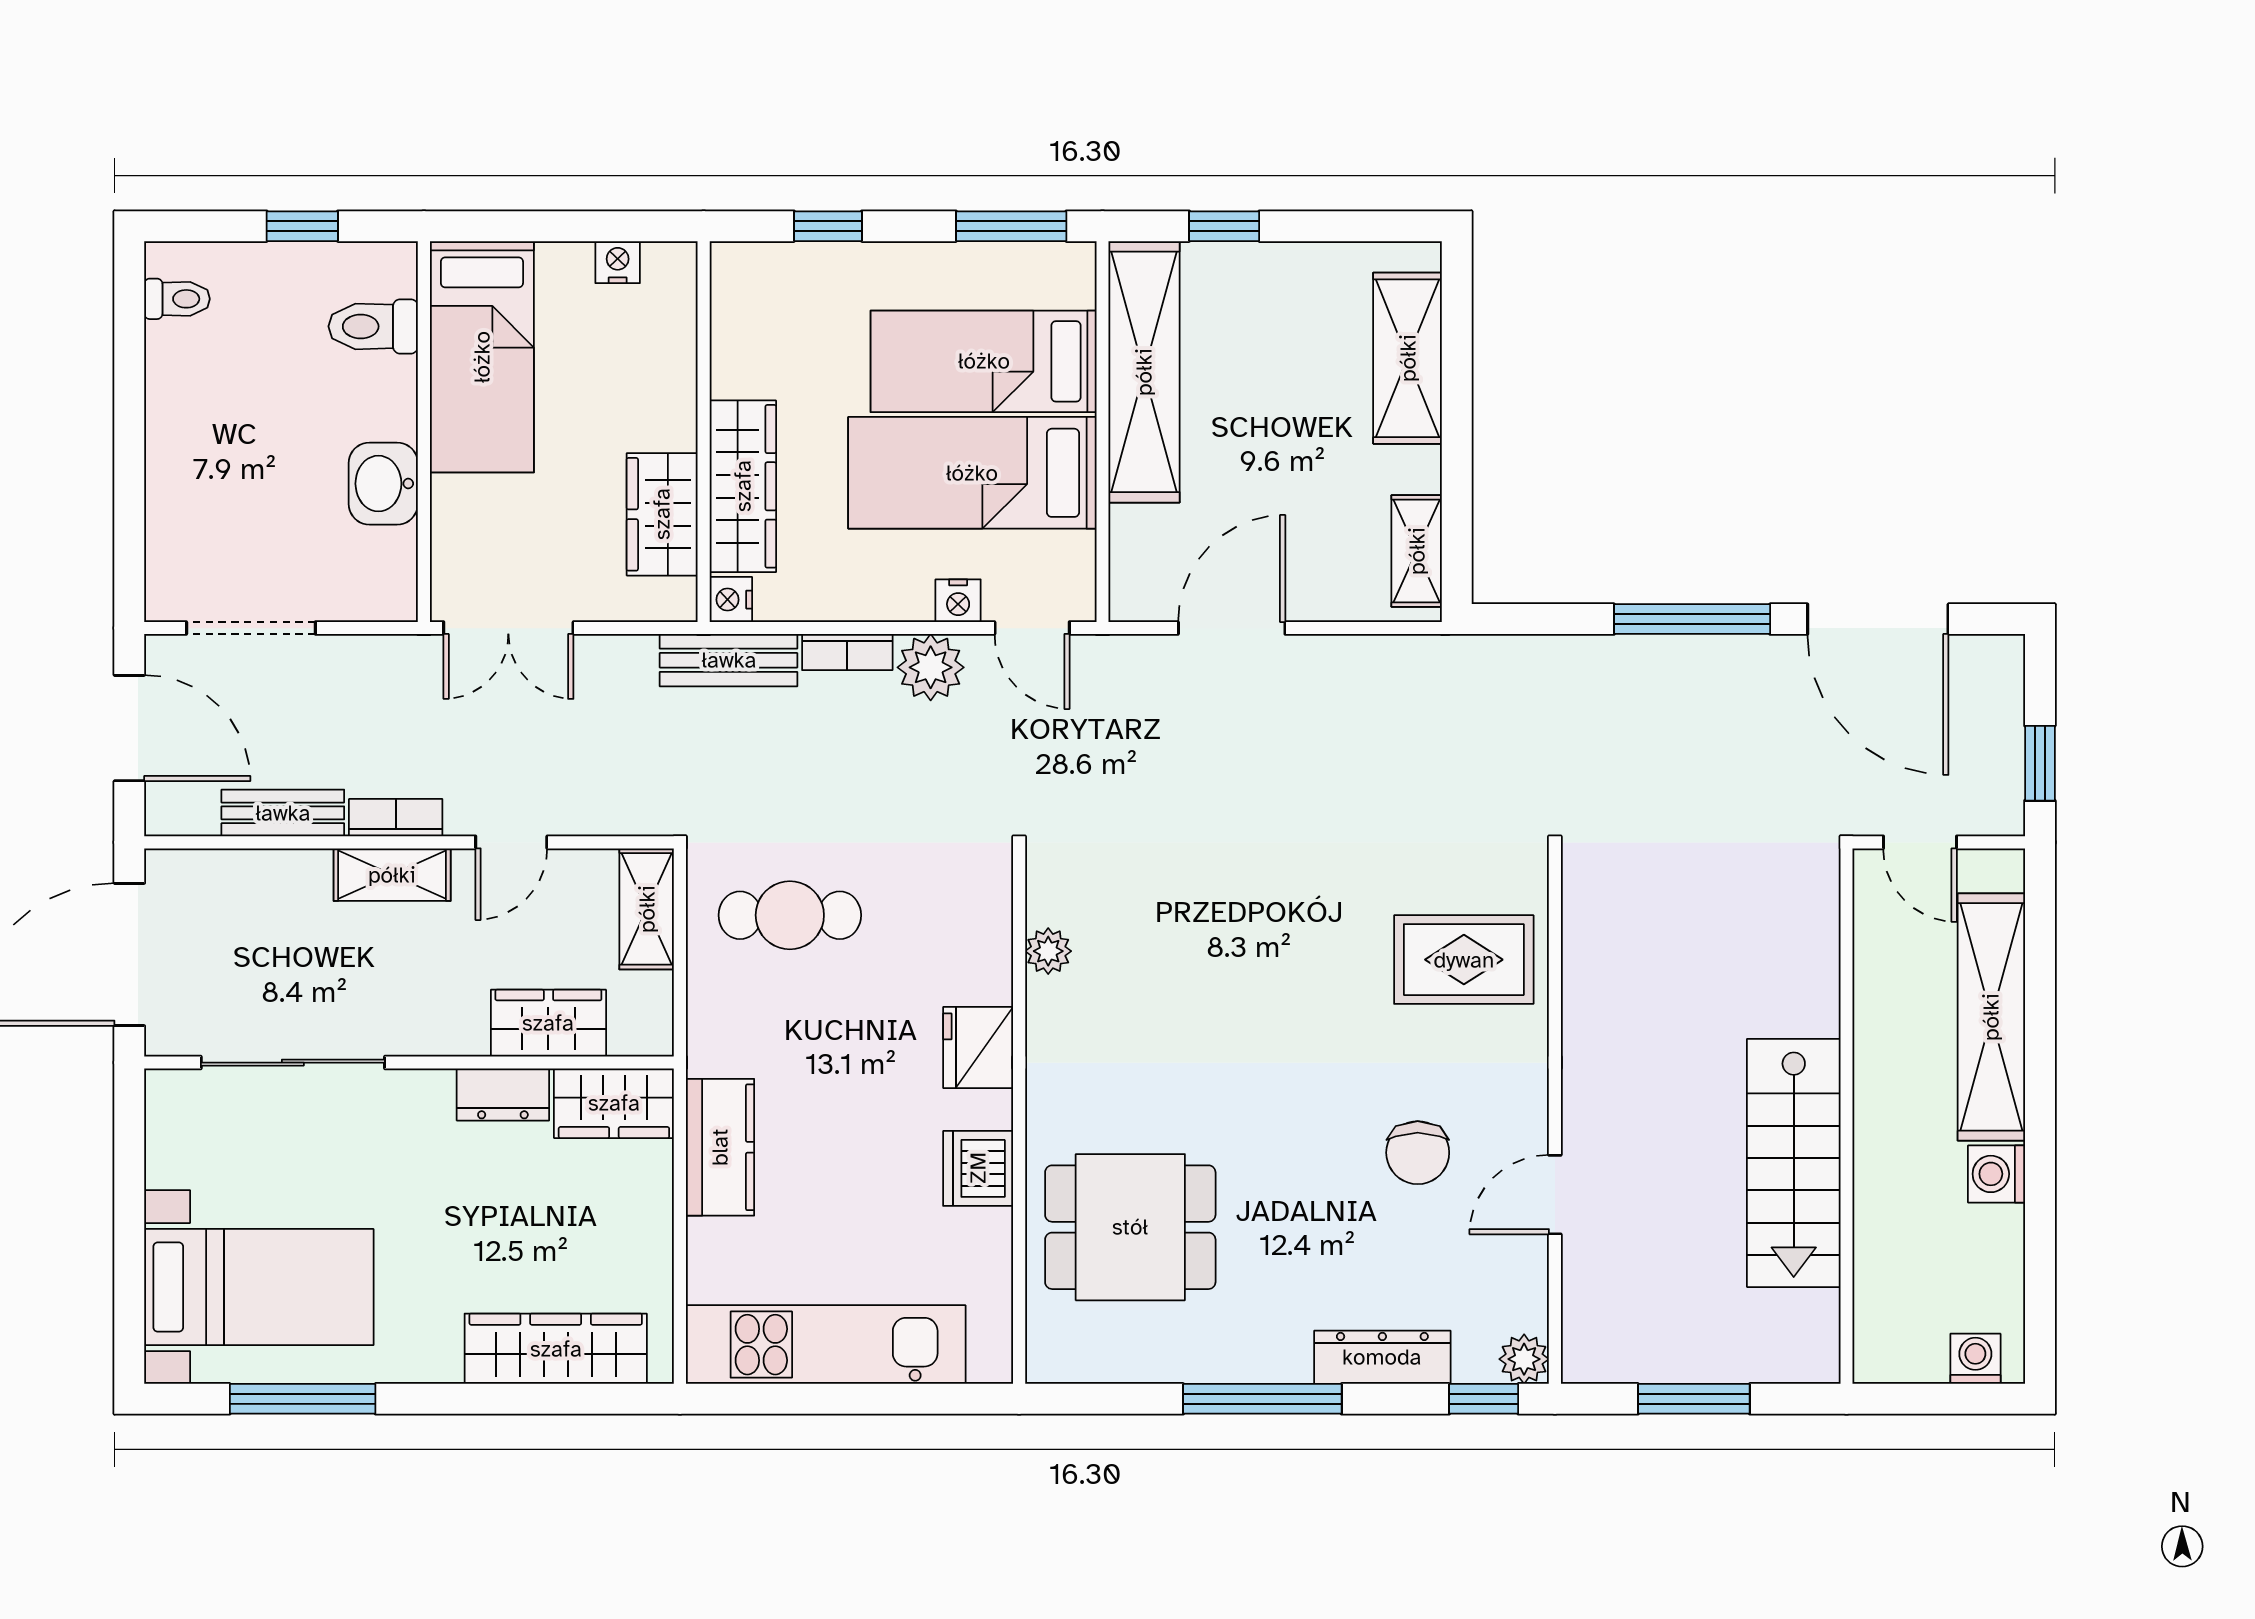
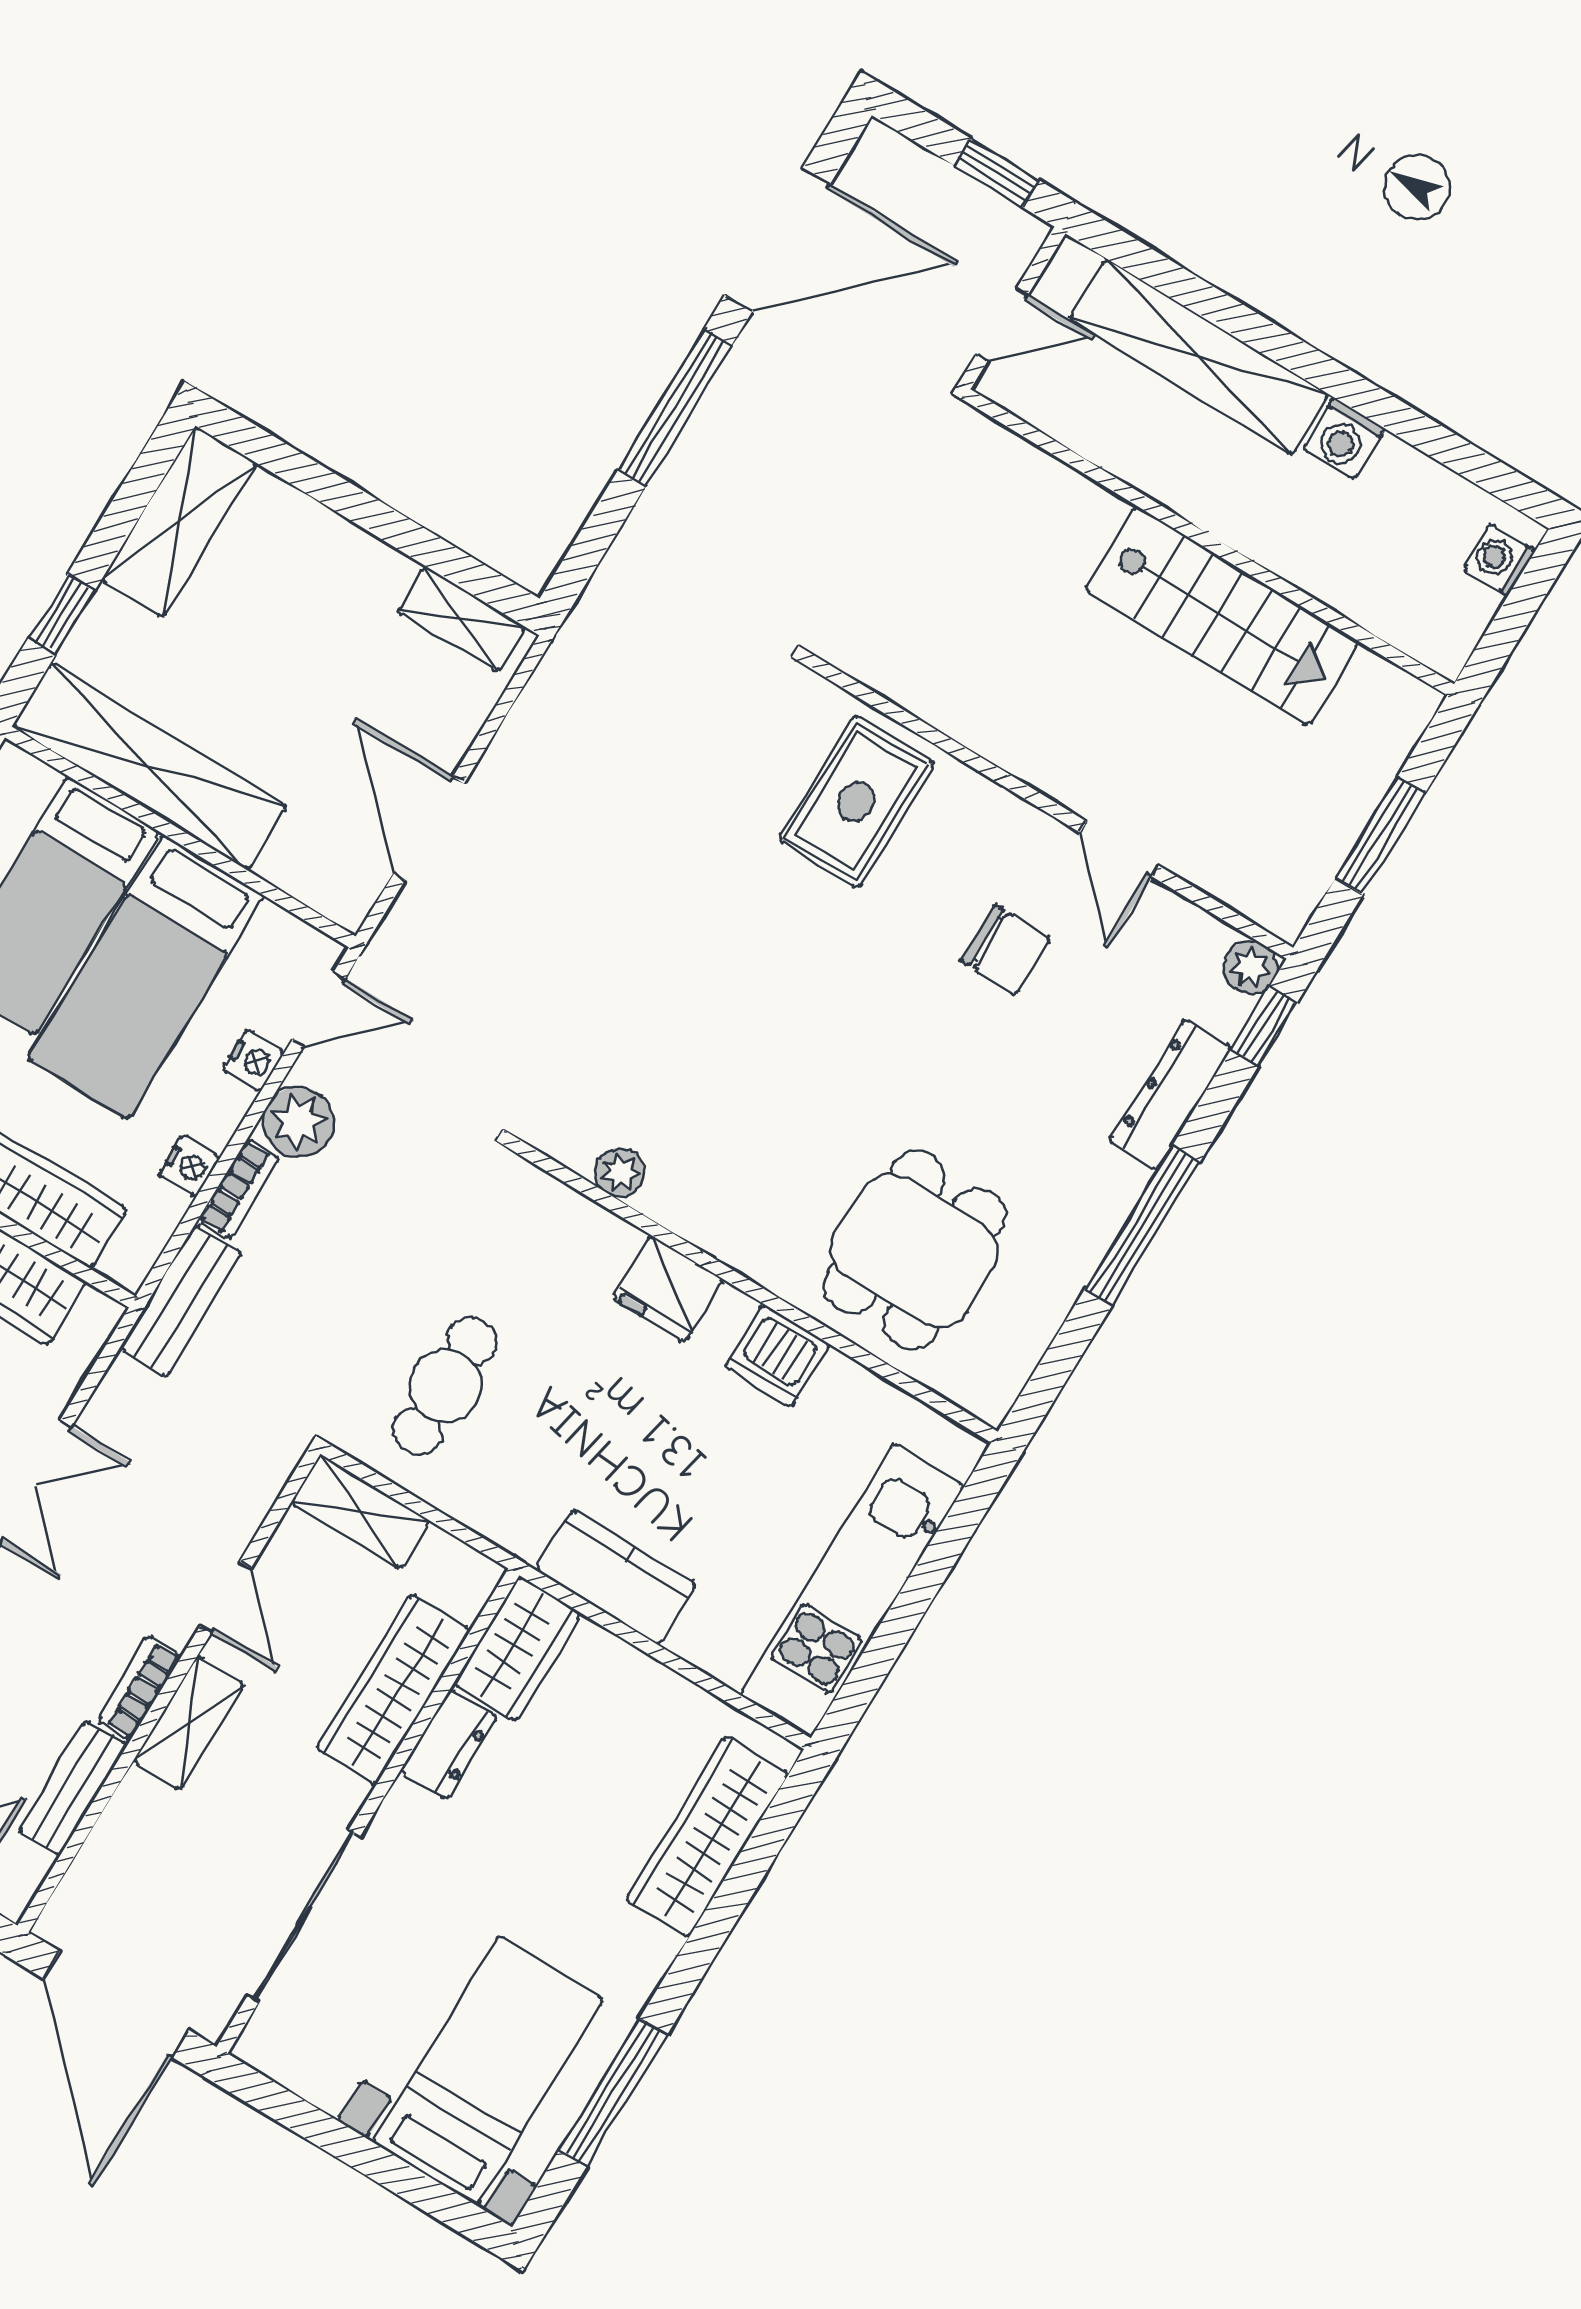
shelving: (1408, 358) -> (179, 522), moved, turned 90
nightstand: (731, 600) -> (189, 1166), moved, turned -90
wardrobe: (548, 1023) -> (393, 1690), width x1.50

